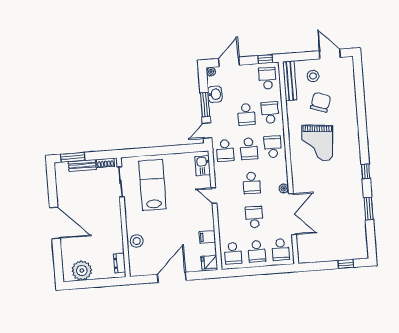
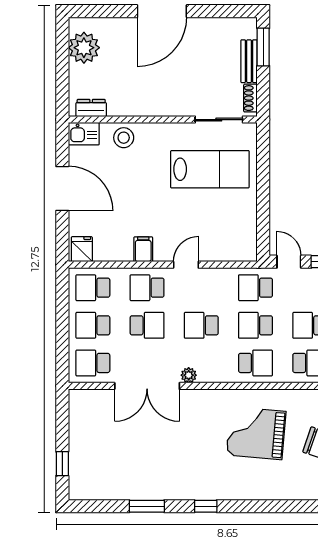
kitchen sink: (203, 166) -> (84, 134), moved, turned 180
school desk: (230, 219) -> (147, 288), added
filing cabinet: (207, 237) -> (143, 249), moved

